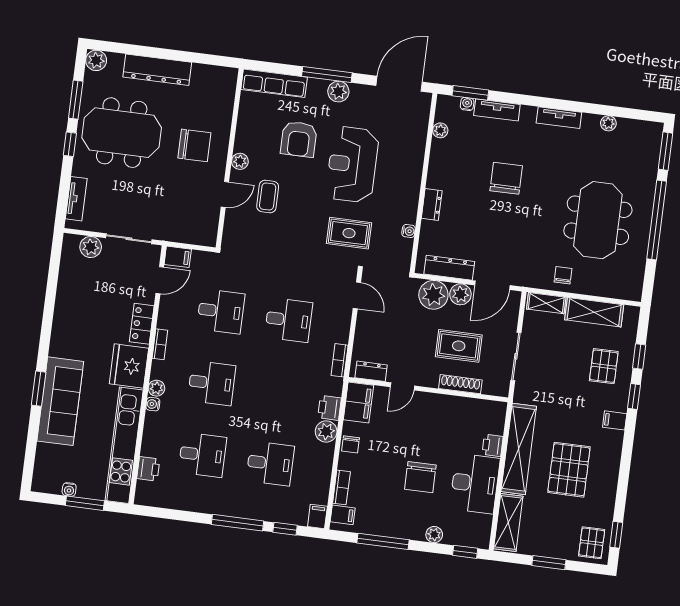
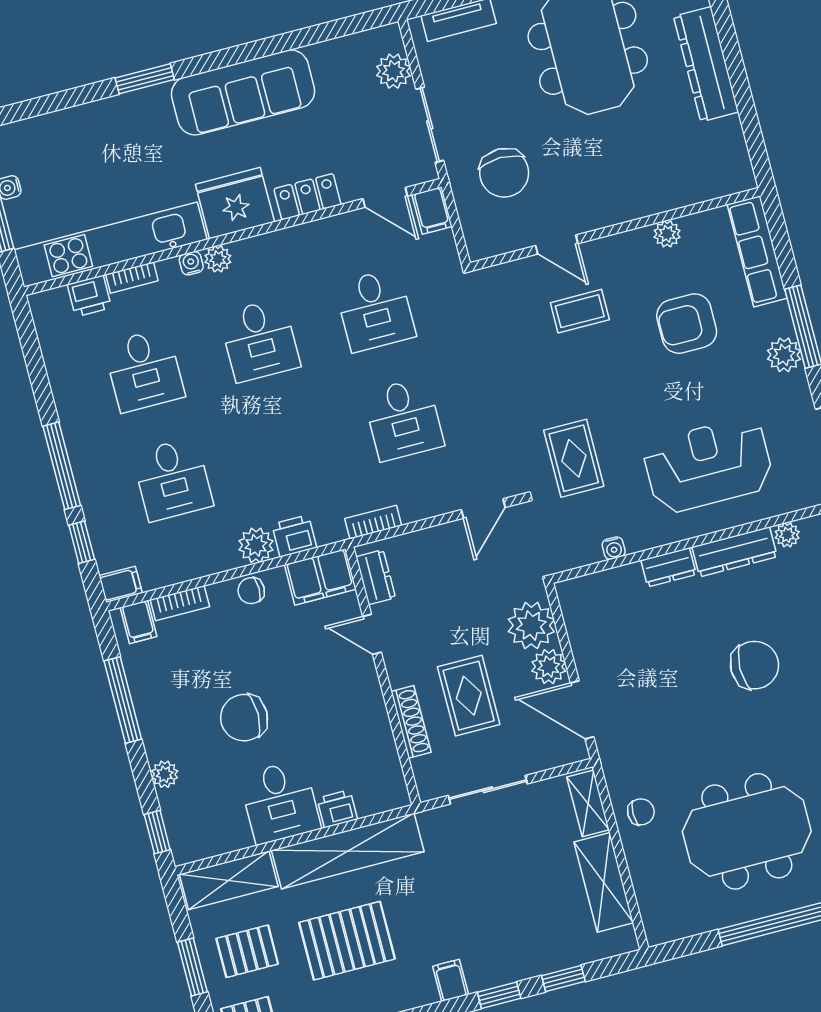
chair: (194, 145) -> (504, 173), moved
plant: (240, 161) -> (667, 234), moved
reception desk: (352, 164) -> (708, 465), moved
dresser: (449, 268) -> (735, 552), moved, turned 90
bookcase: (160, 344) -> (132, 278), moved
pallet: (604, 366) -> (247, 951), moved
sofa: (60, 401) -> (243, 92), moved
desk: (475, 484) -> (280, 802), width x0.73

